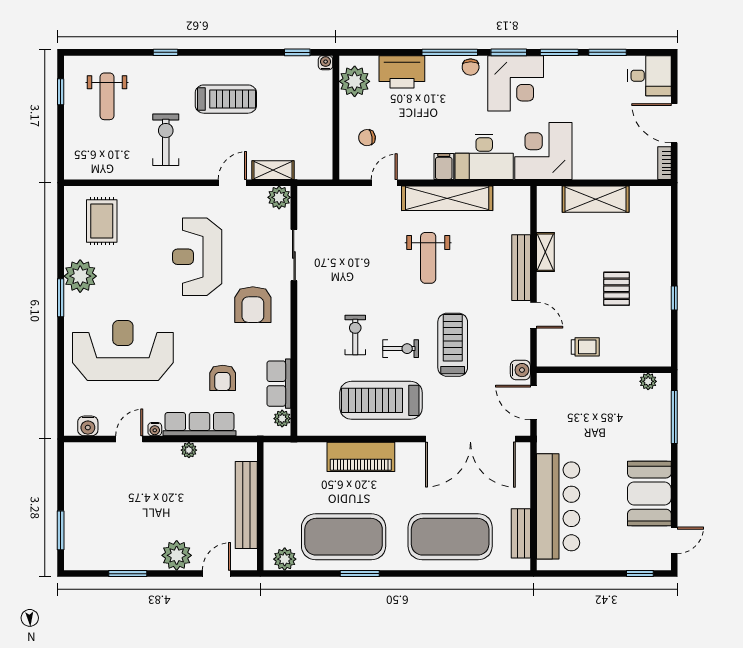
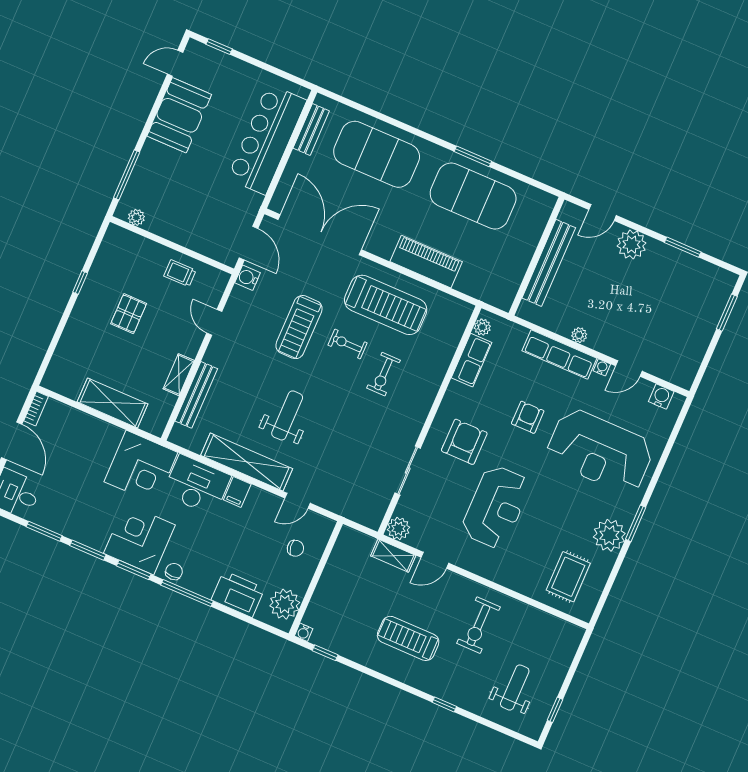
bench: (521, 268) -> (196, 395), moved
armchair: (223, 378) -> (528, 417), moved
plant: (285, 559) -> (535, 199), removed

